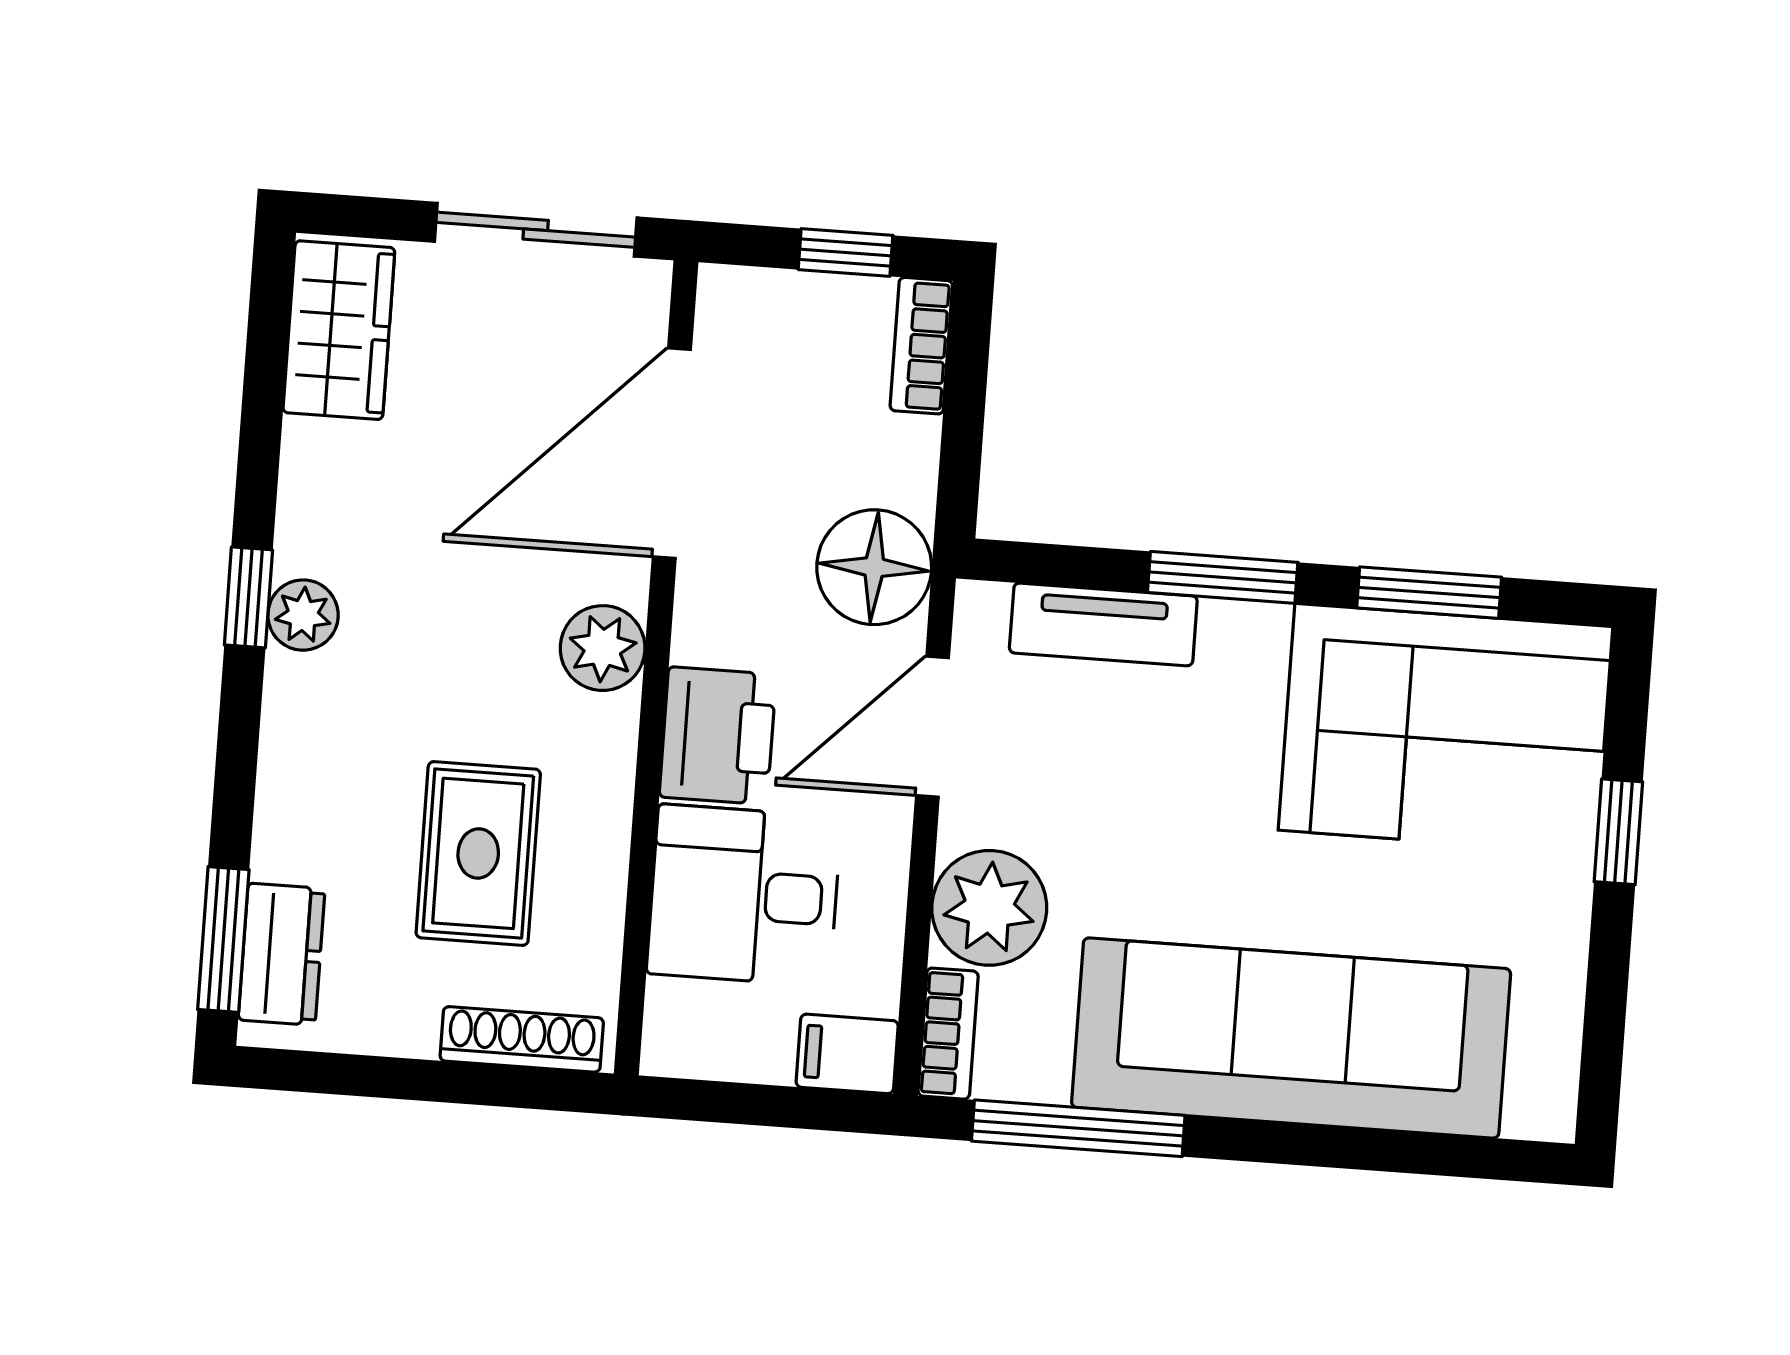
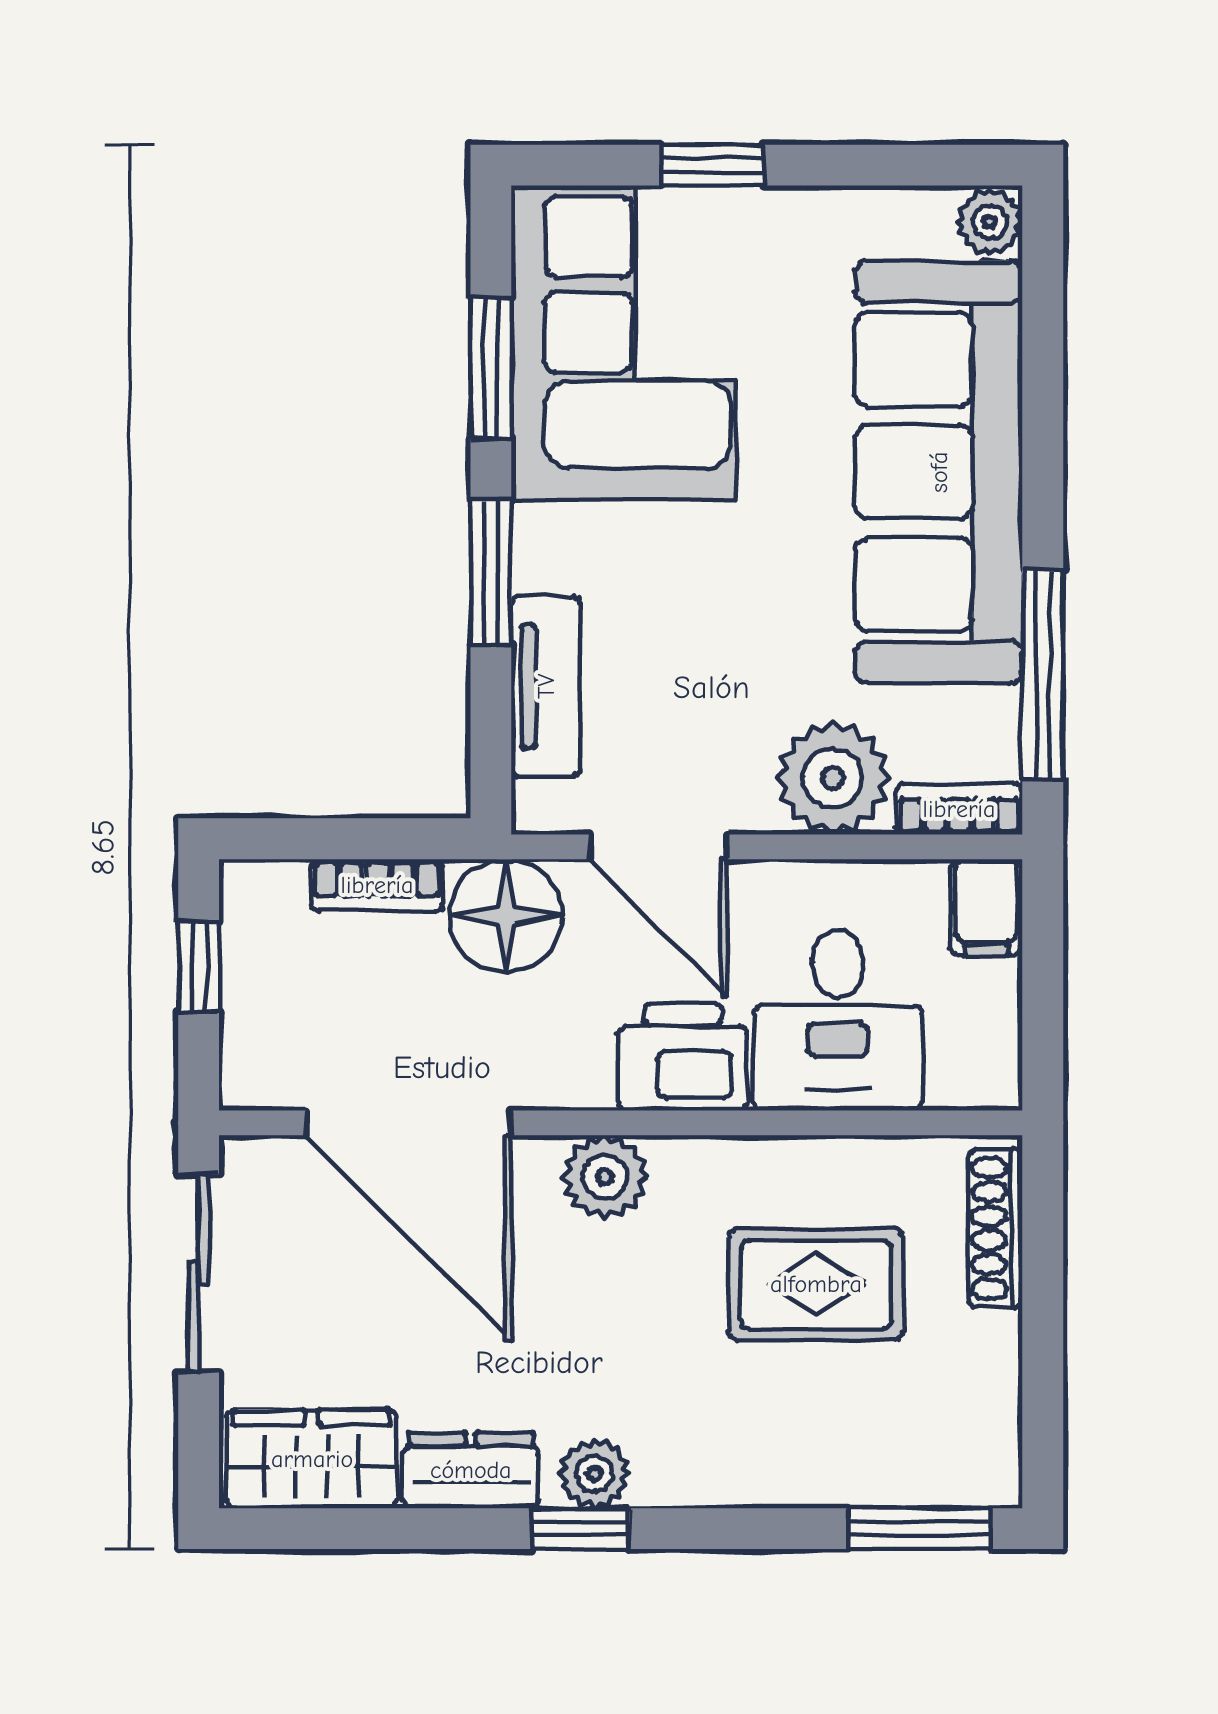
bookcase: (921, 346) -> (377, 885), moved
dresser: (282, 954) -> (471, 1470), moved
plant: (1541, 1108) -> (990, 222), added

